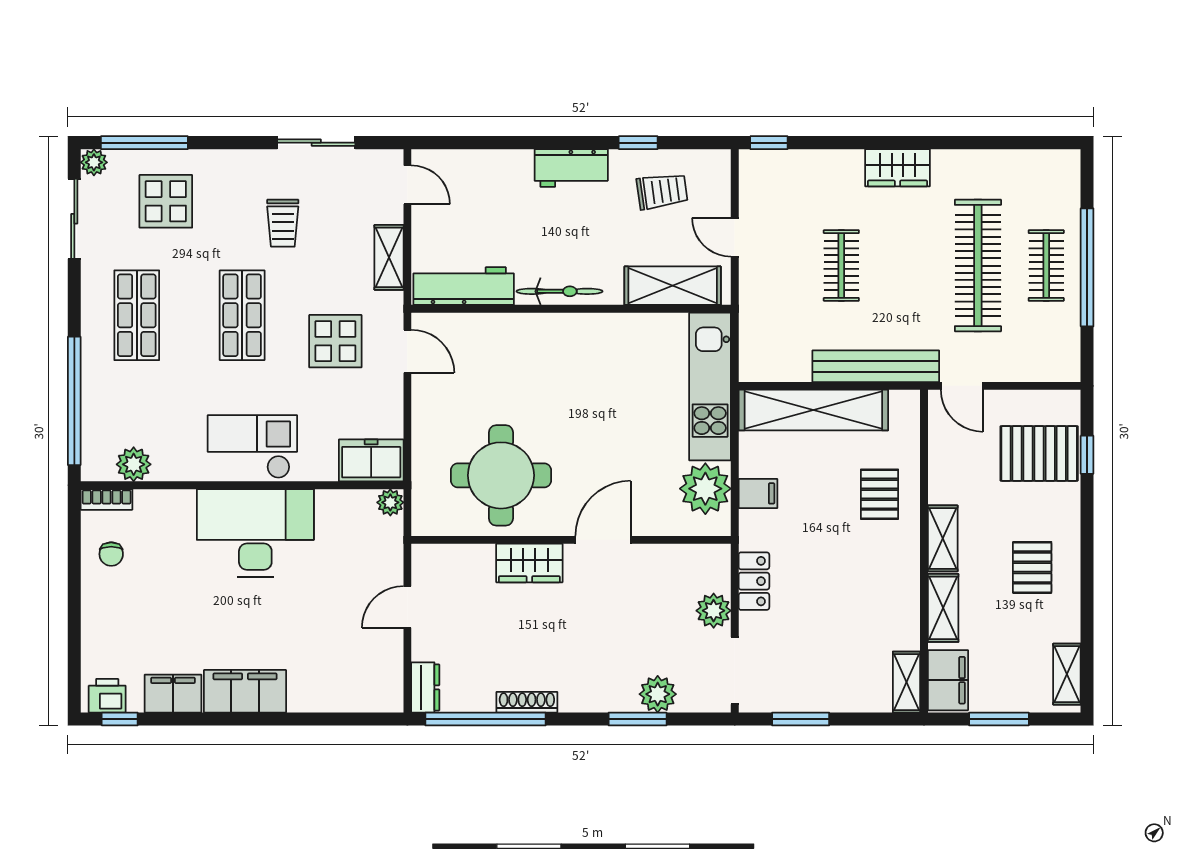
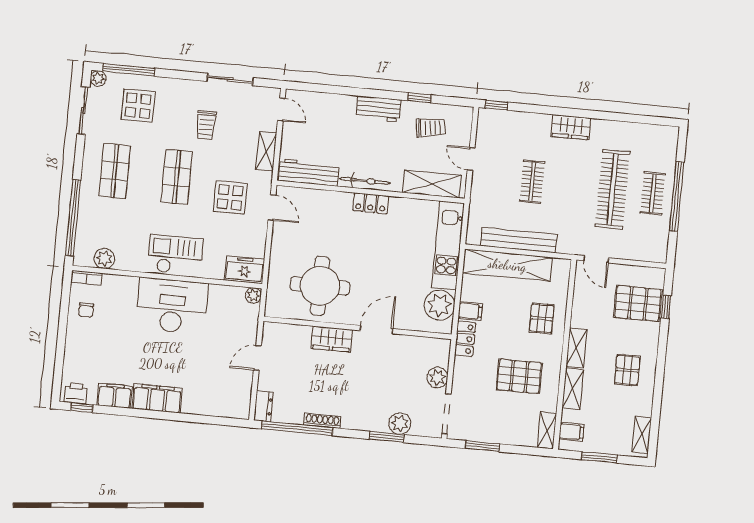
locker: (573, 328) -> (371, 203), added
bench: (876, 366) -> (519, 240), moved
locker: (754, 581) -> (465, 339), moved
pallet: (851, 595) -> (519, 376), added
filing cabinet: (948, 680) -> (571, 432), width x0.50

